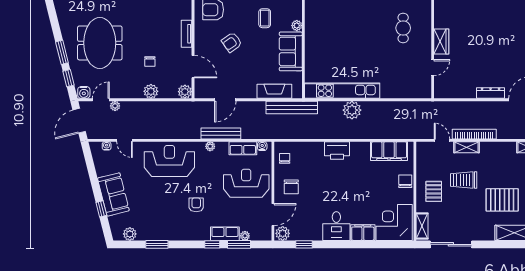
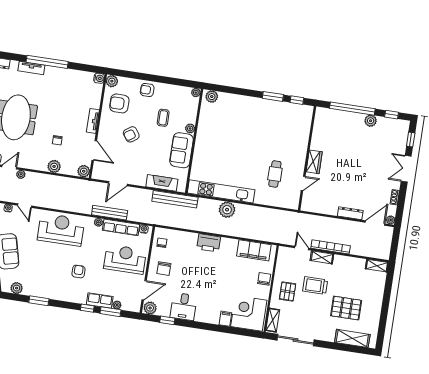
cafe table: (403, 28) -> (275, 174), moved
row of seats: (243, 148) -> (121, 227), width x1.48
desk: (336, 226) -> (183, 307), moved
filing cabinet: (363, 233) -> (225, 319), width x0.50

